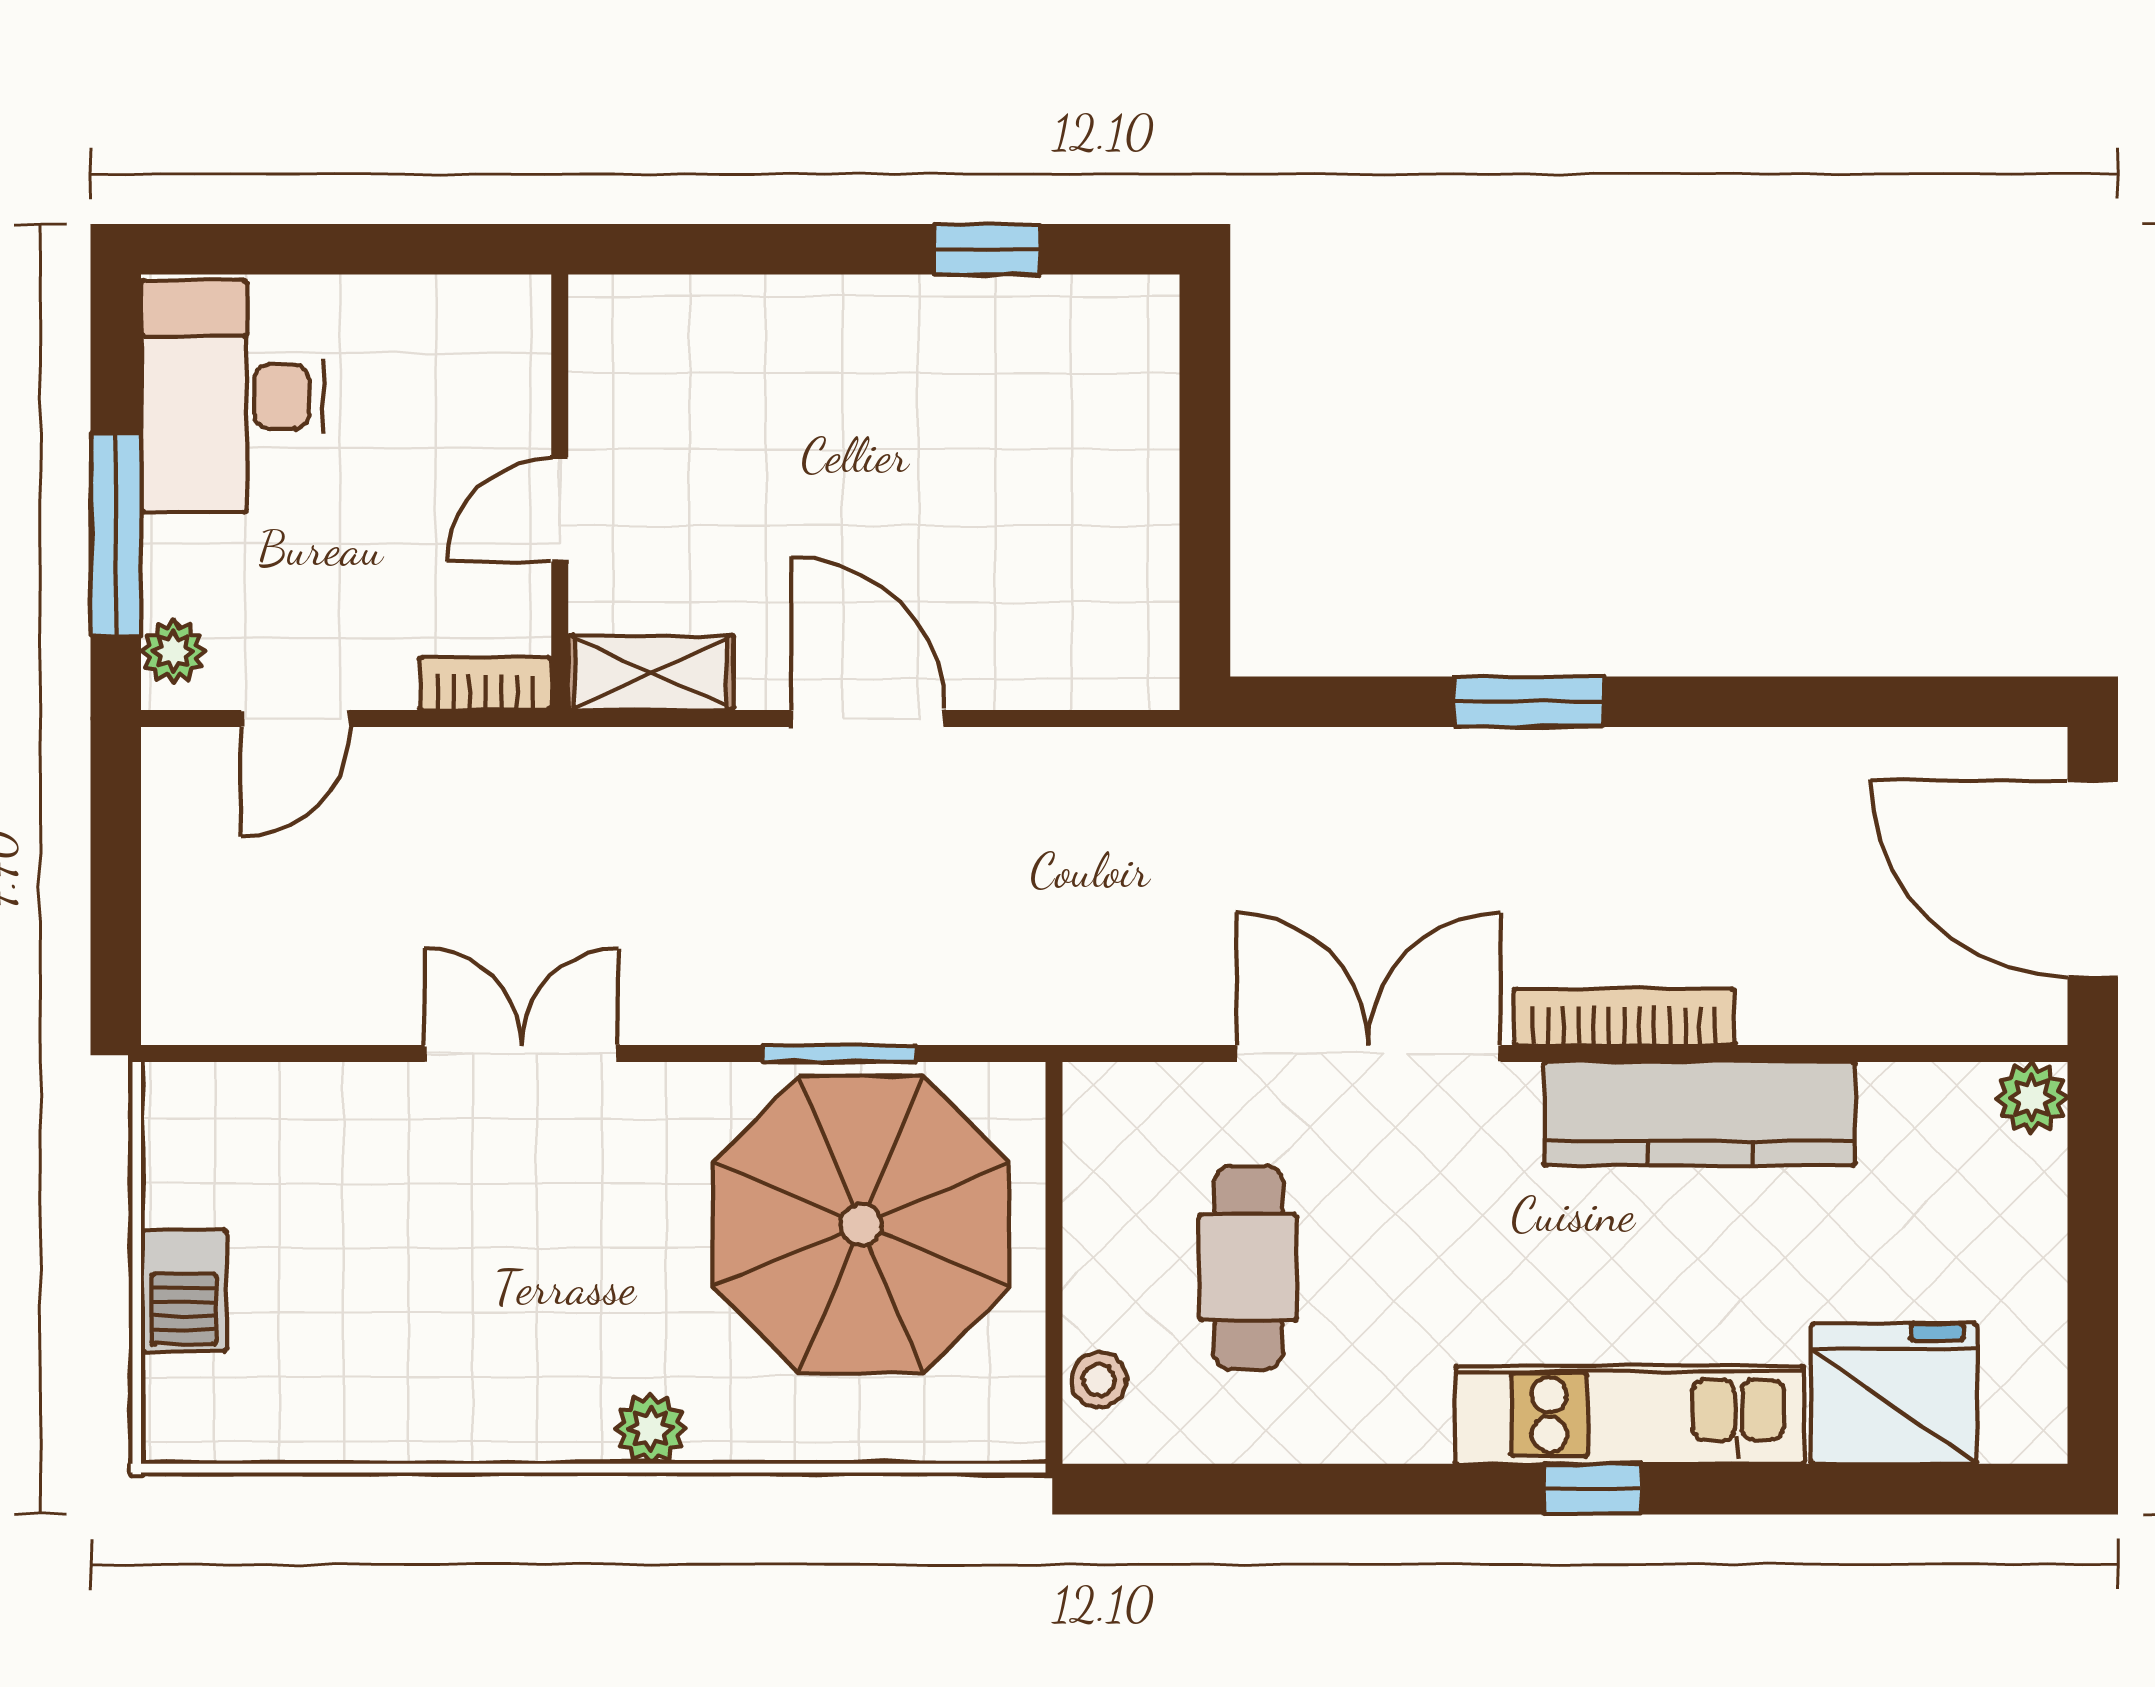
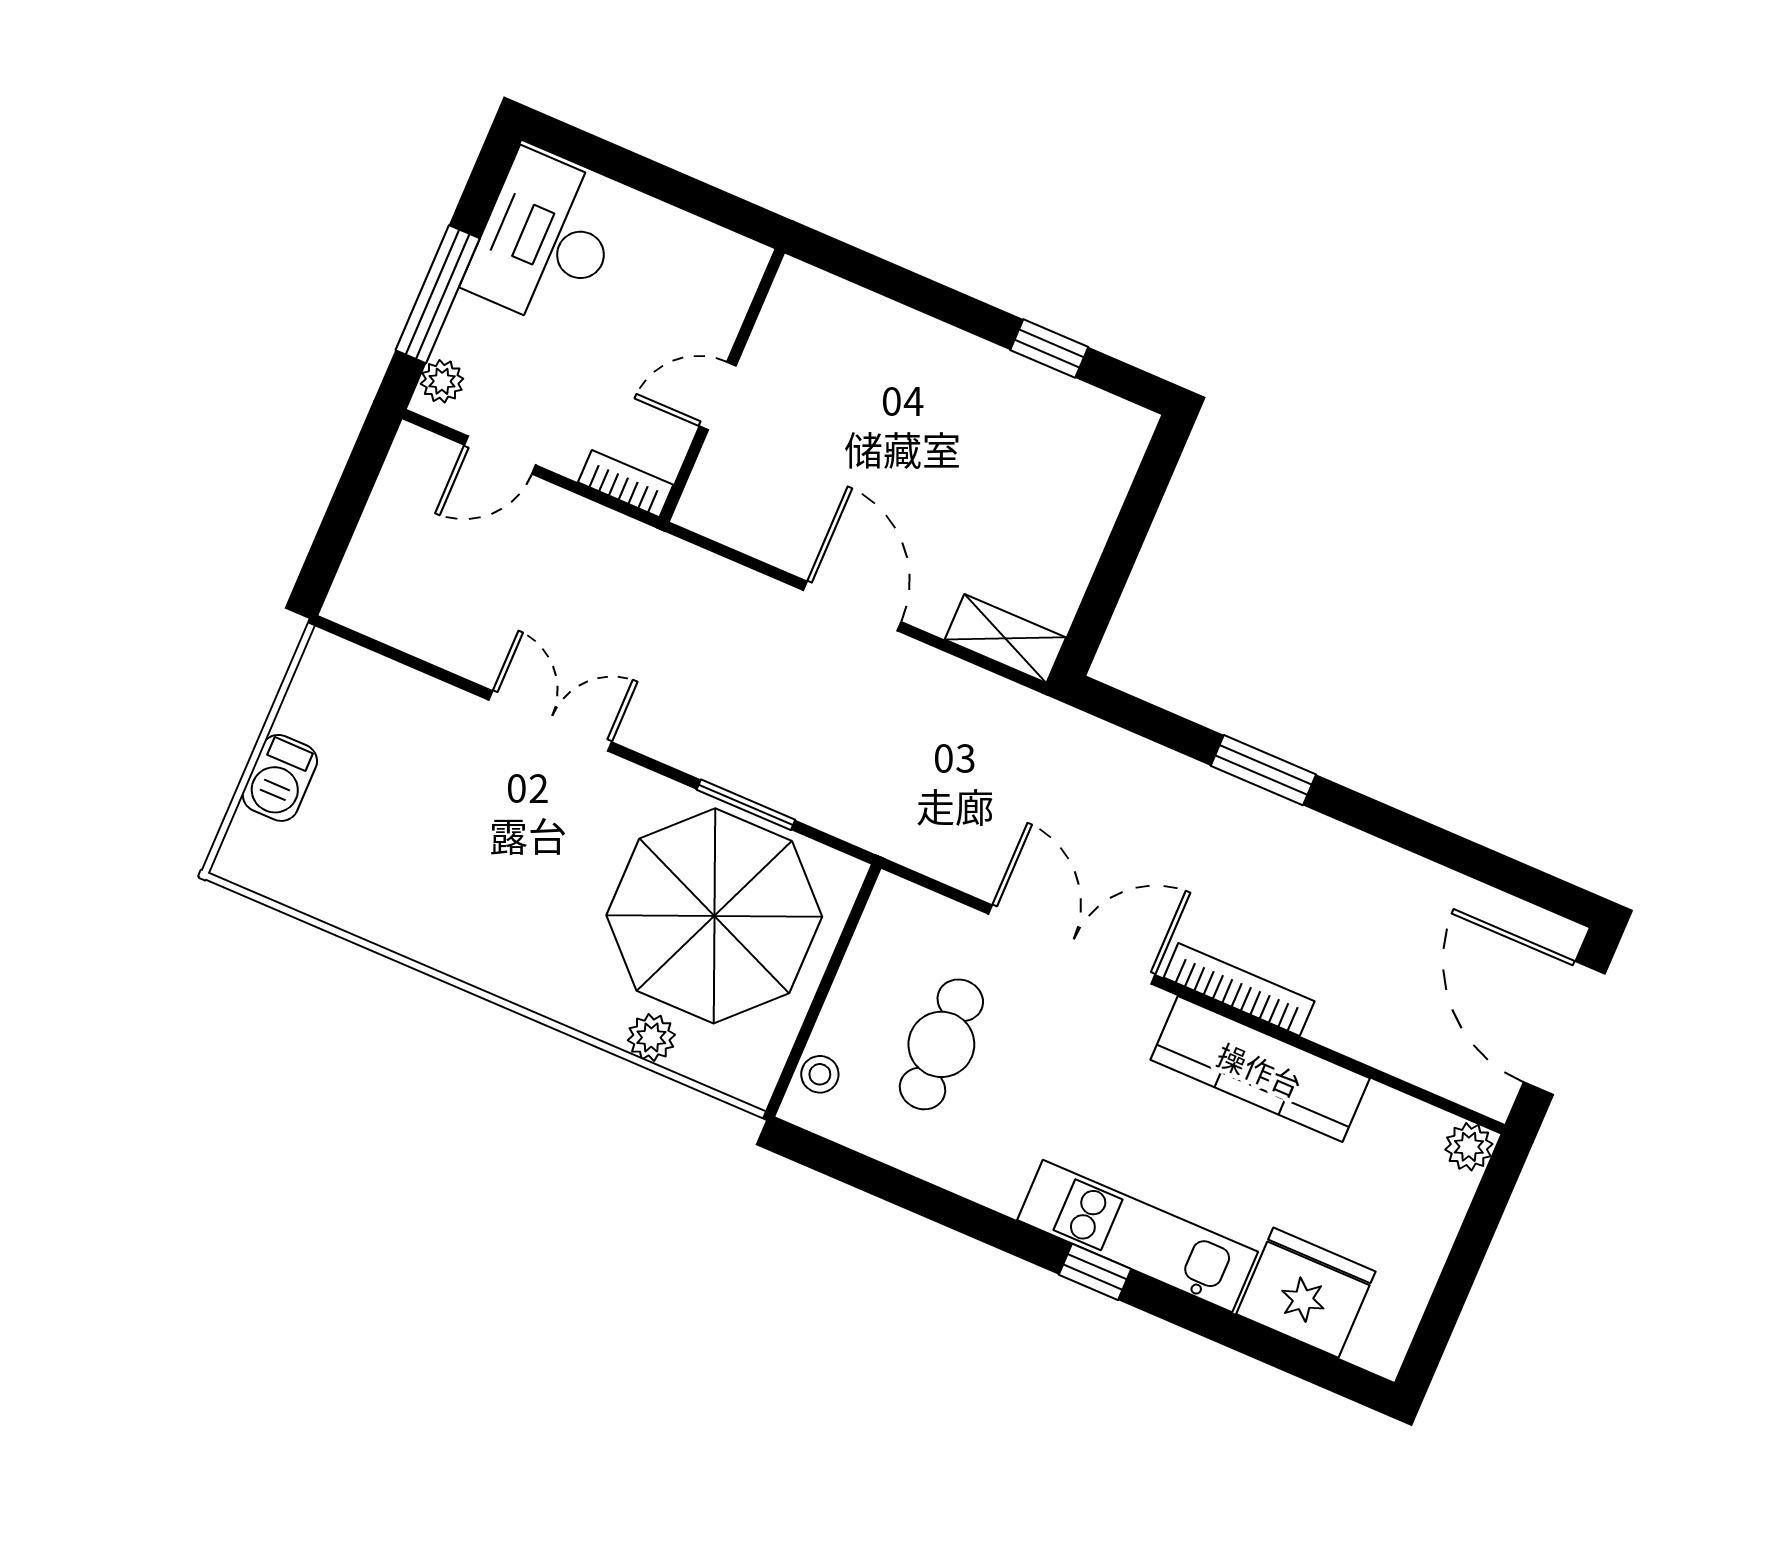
shelving: (651, 673) -> (1005, 638), moved
plant: (651, 1428) -> (651, 1037), moved

